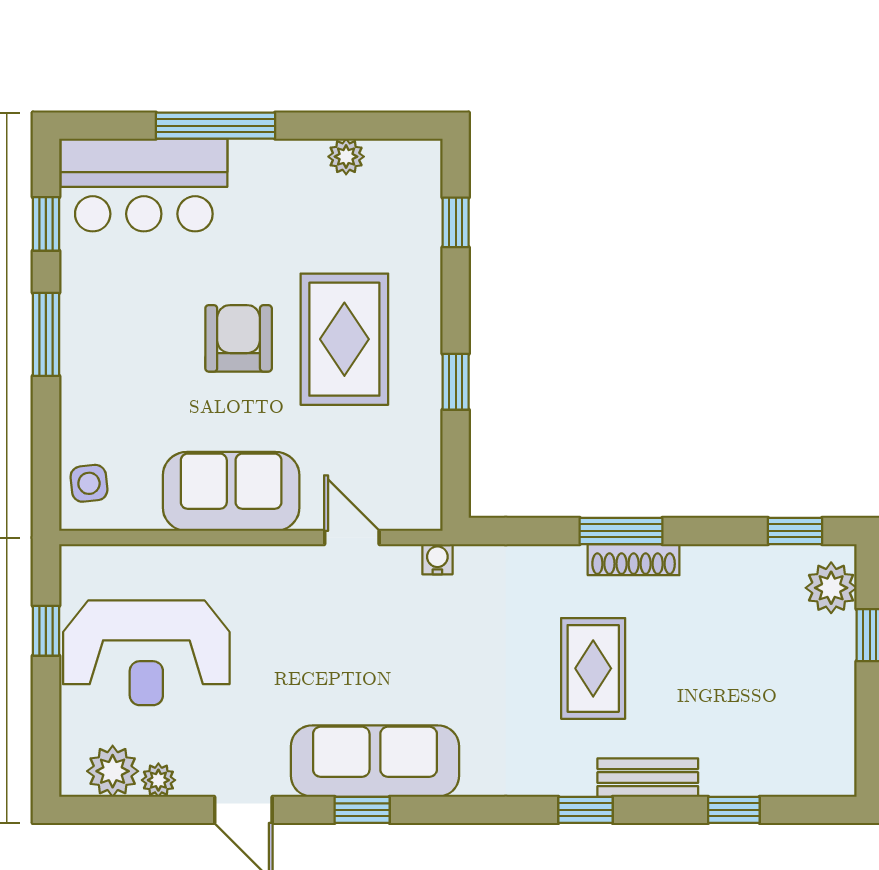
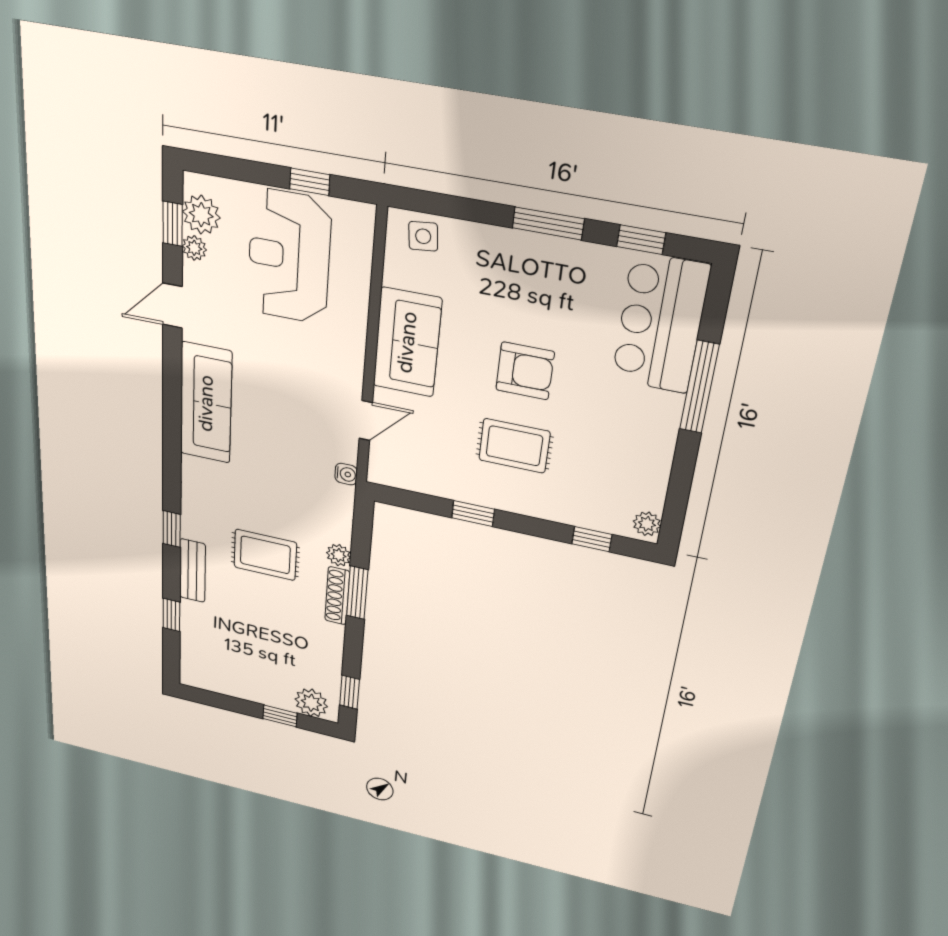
plant: (346, 157) -> (647, 524), moved
rug: (344, 339) -> (514, 446), width x0.73, depth x0.70
plant: (567, 562) -> (339, 555), added
window: (362, 810) -> (173, 224), moved

